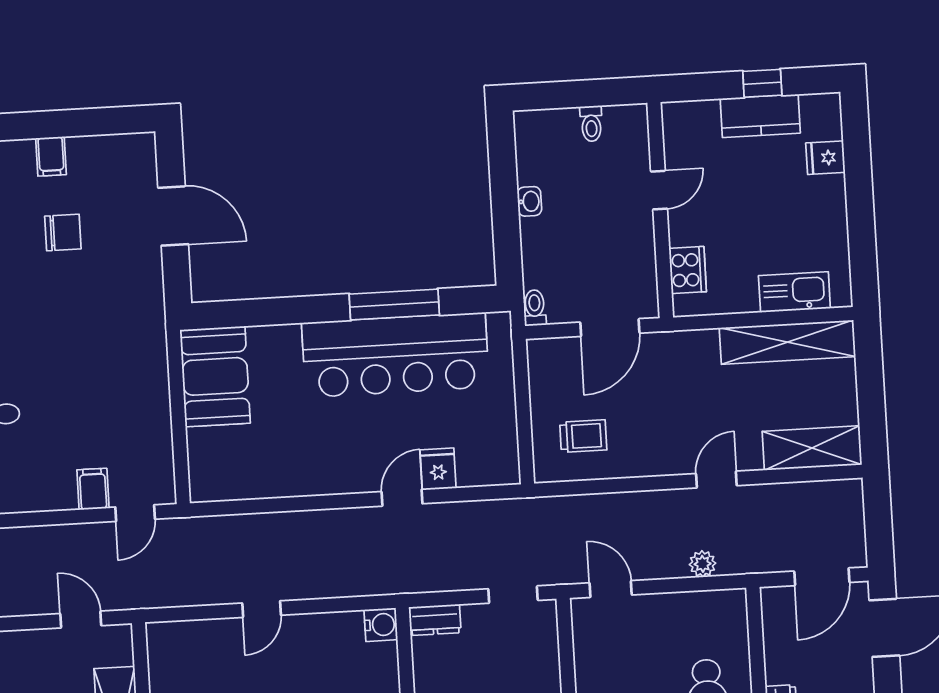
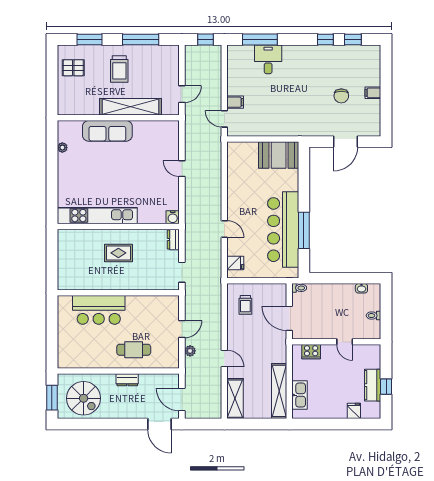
washbasin: (529, 201) -> (361, 288), moved
fridge: (438, 469) -> (235, 263), moved
door: (611, 589) -> (182, 329), moved

